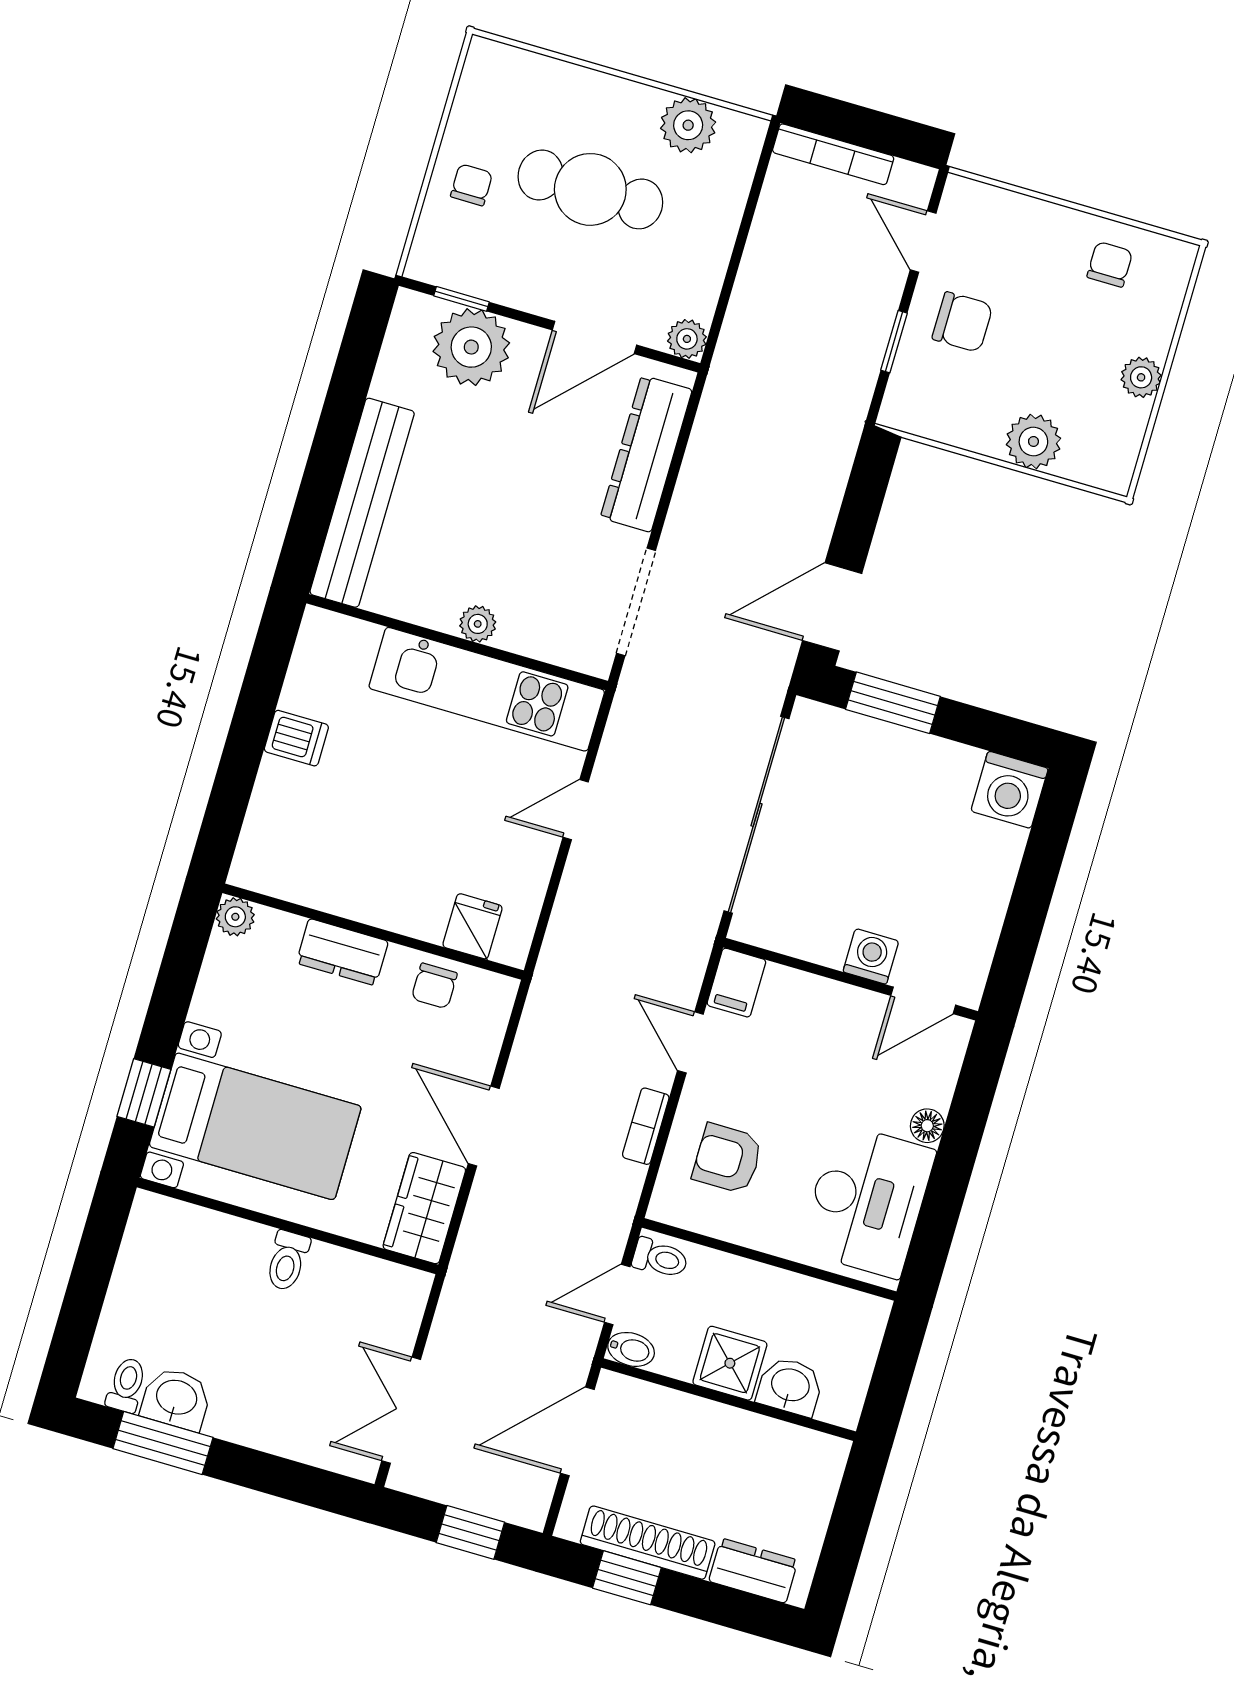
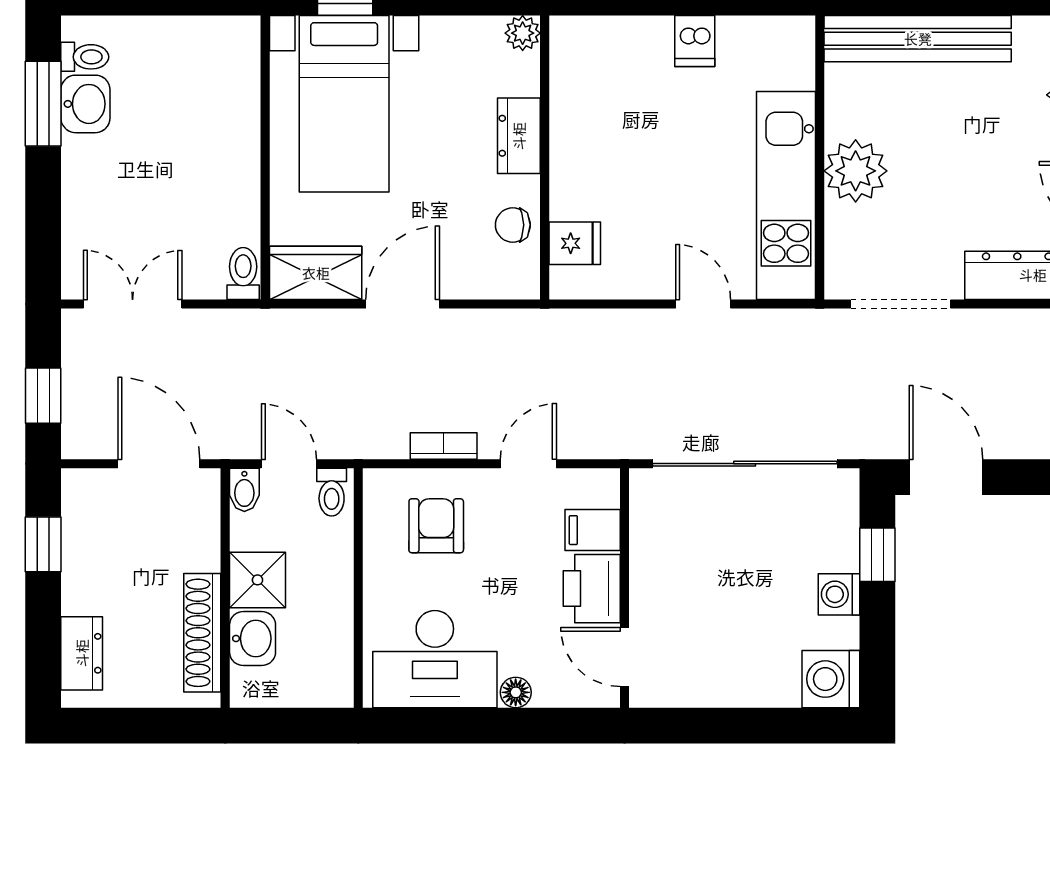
plant: (478, 624) -> (856, 171), width x1.87, depth x1.87
window: (893, 703) -> (877, 555), width x0.67
washing machine: (871, 956) -> (839, 594), moved, turned 180
filing cabinet: (736, 983) -> (593, 530), moved
printer: (841, 1014) -> (592, 589), added
toilet: (287, 1261) -> (243, 273), moved, turned 90
shoe rack: (648, 1543) -> (202, 633), moved, turned 180

